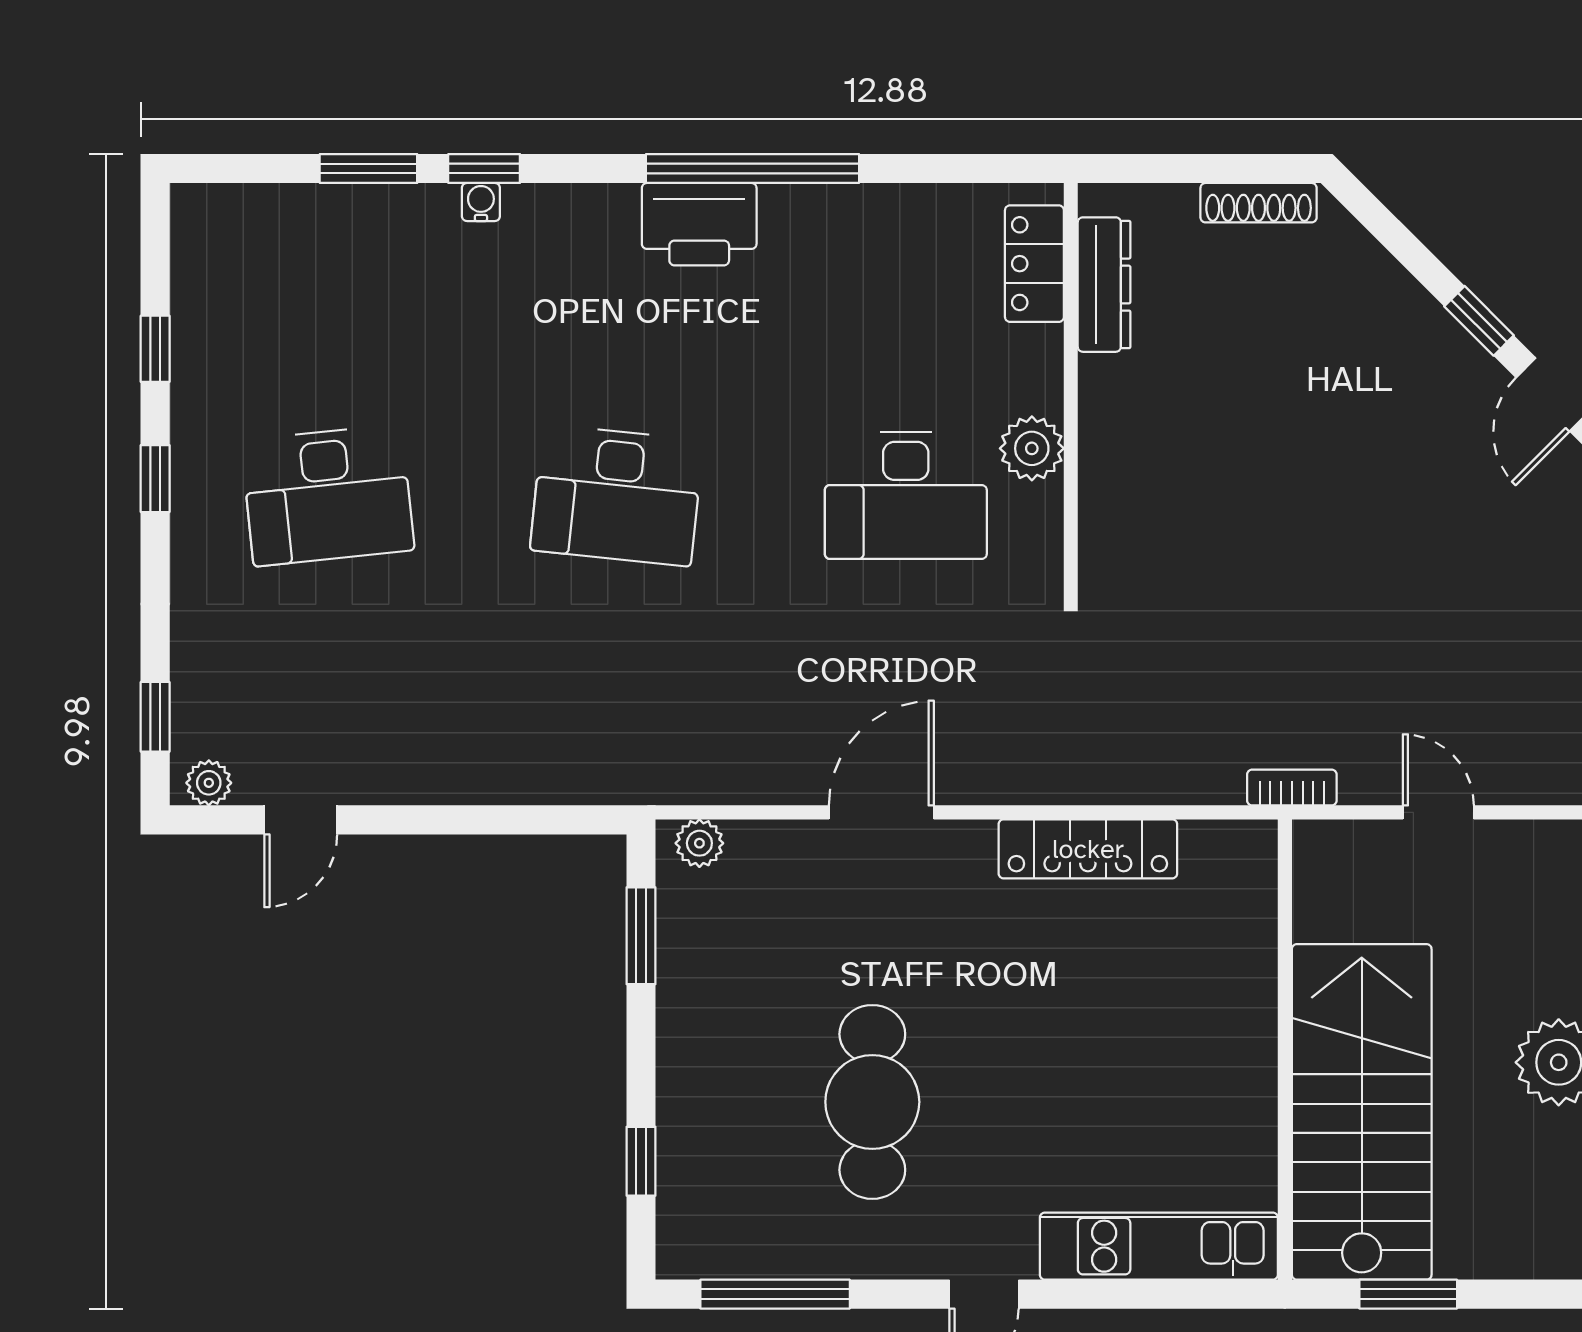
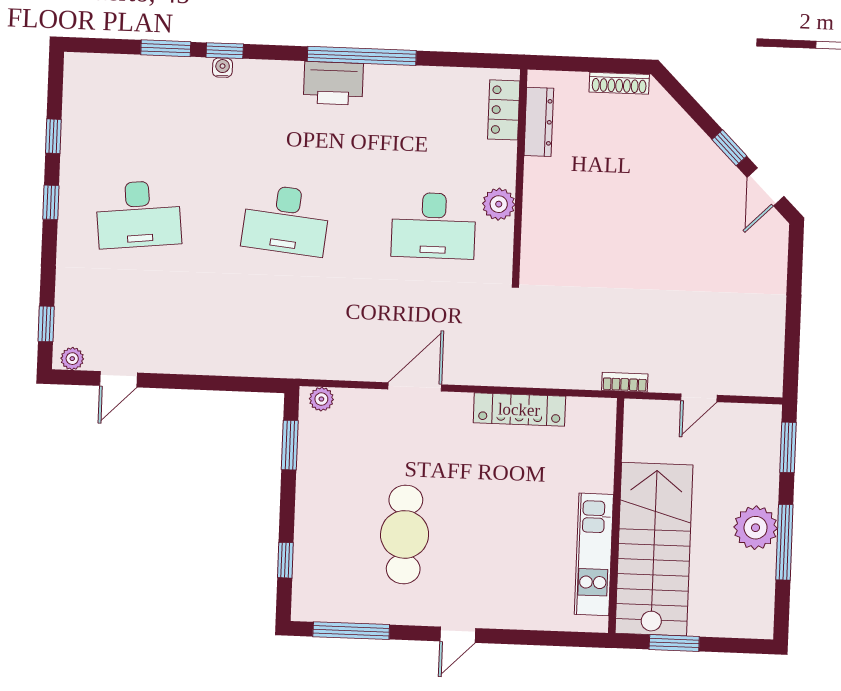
door: (1438, 812) -> (699, 398), swing flipped
kitchen unit: (1159, 1246) -> (594, 554), moved, turned -90

